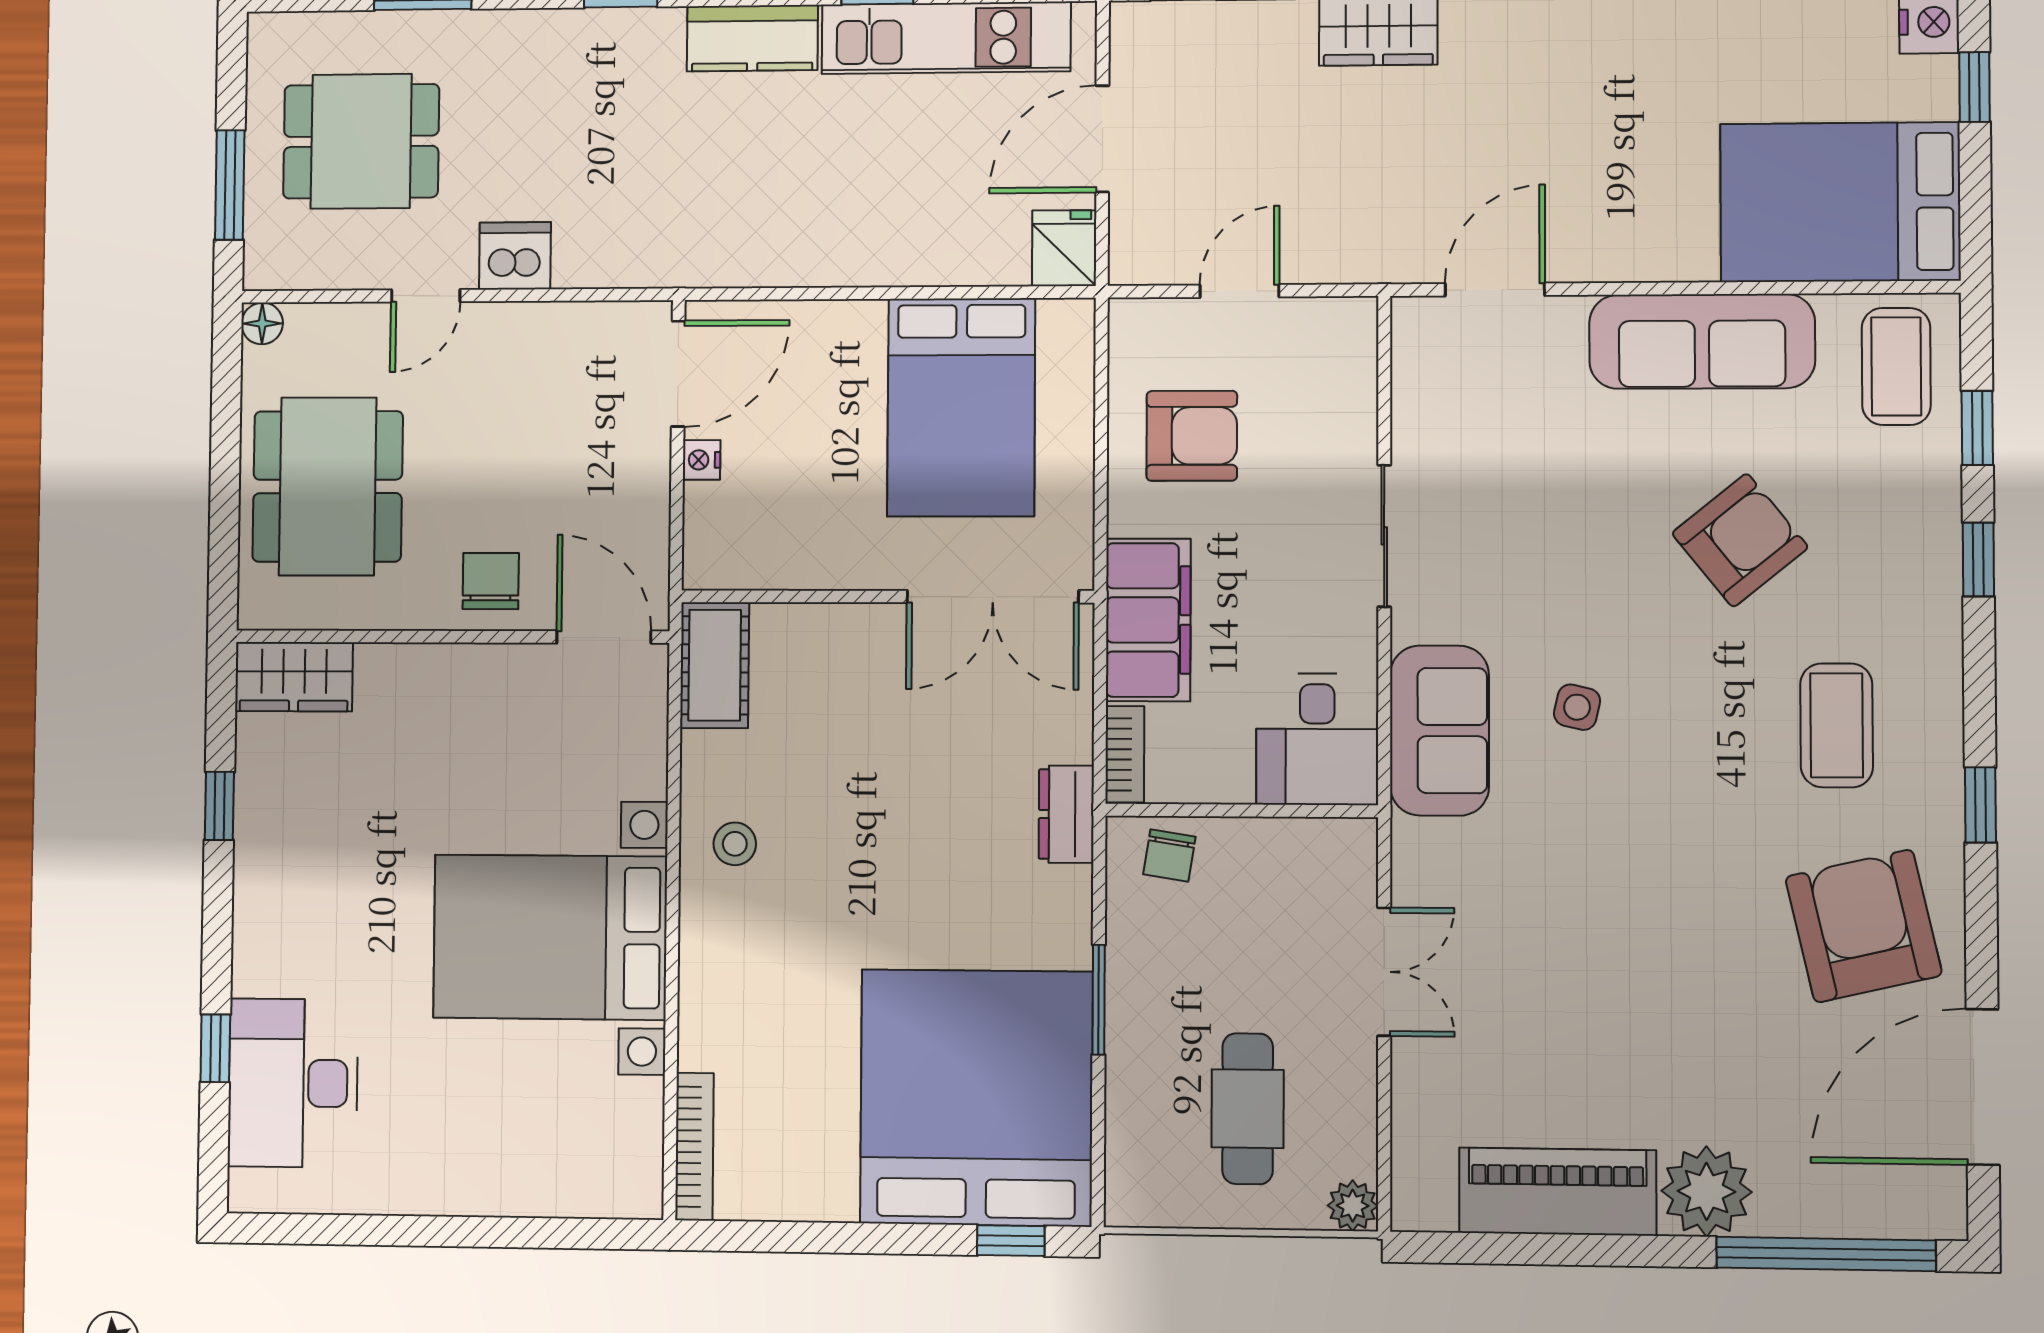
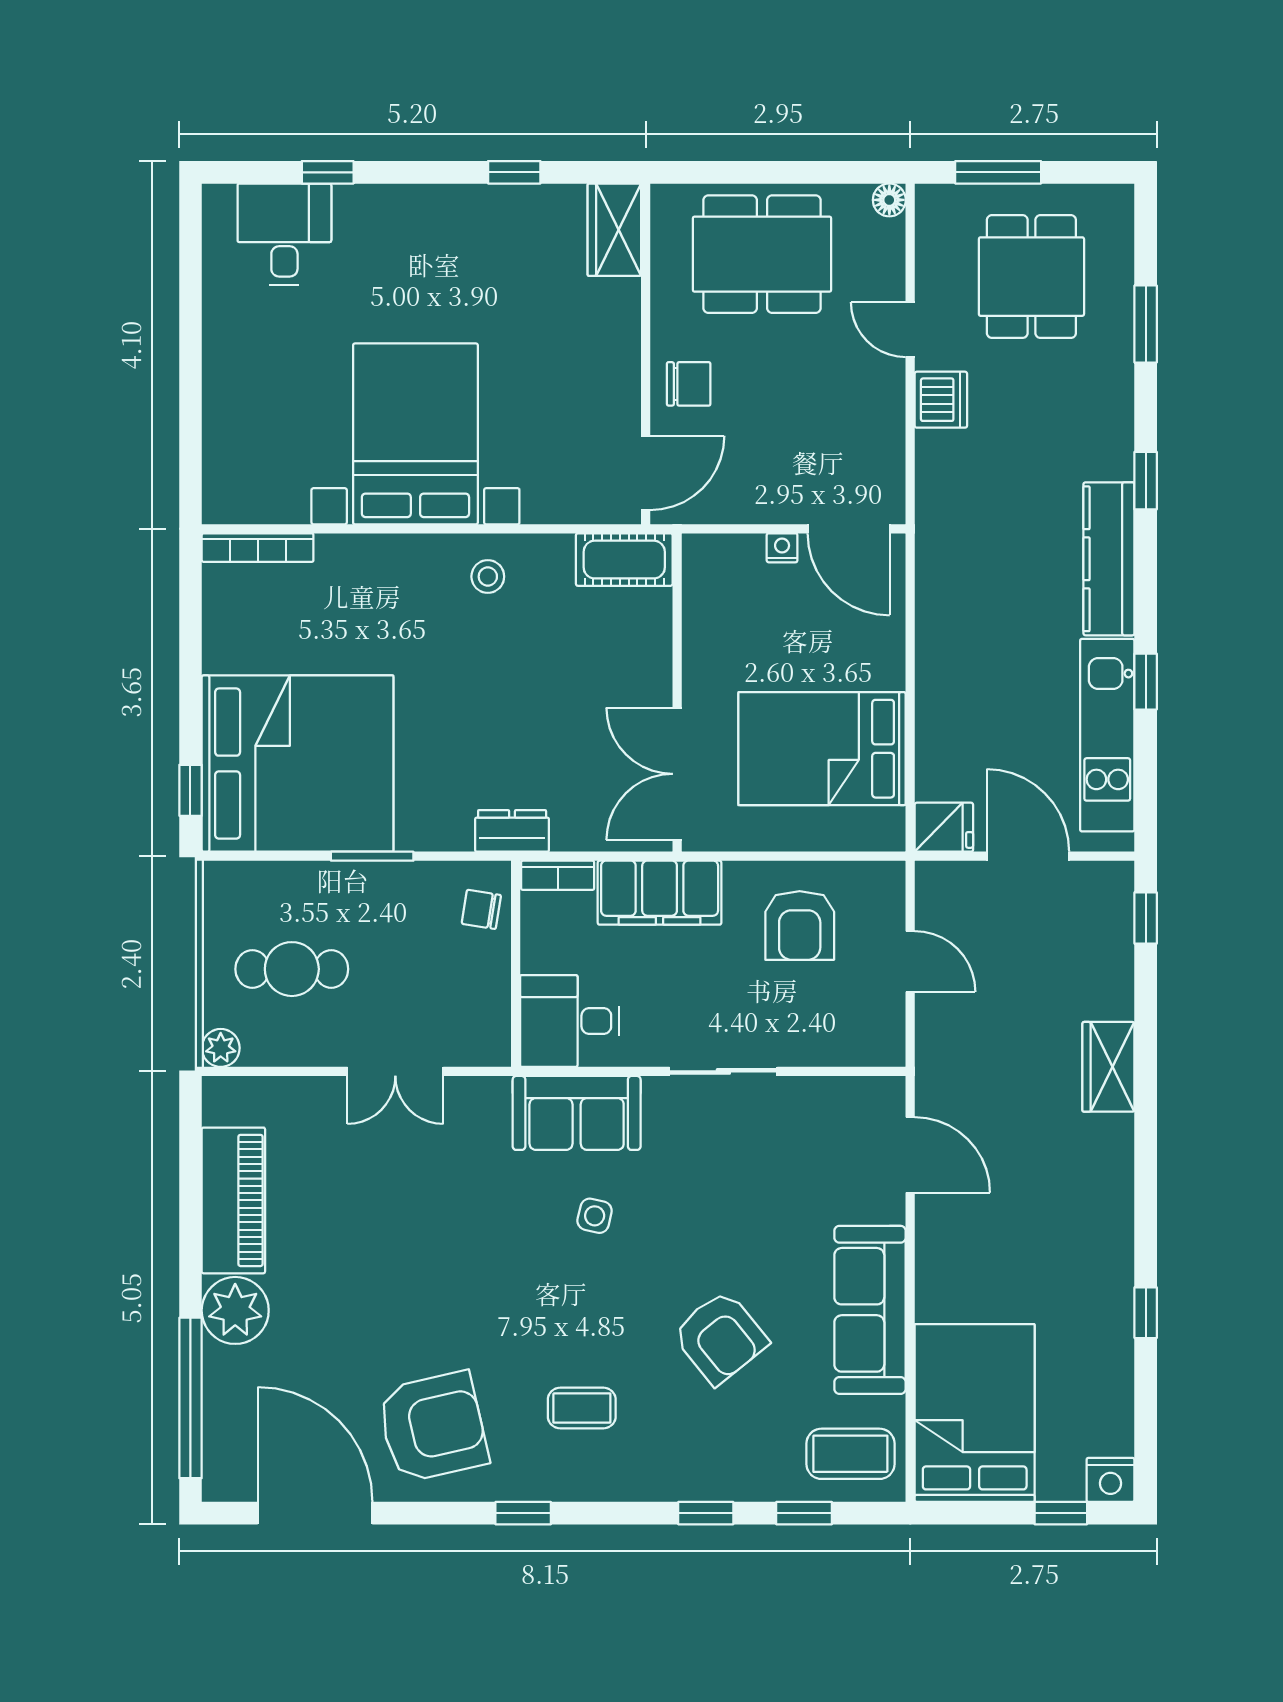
kitchen counter: (752, 38) -> (1109, 559), width x1.50
coffee table: (1837, 725) -> (582, 1408), width x0.73, depth x0.77
desk: (293, 1083) -> (284, 234), width x0.73

